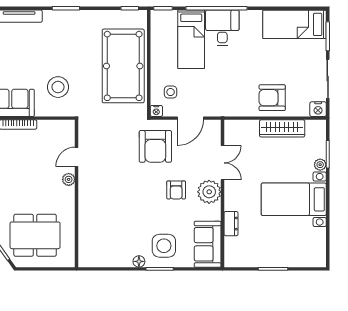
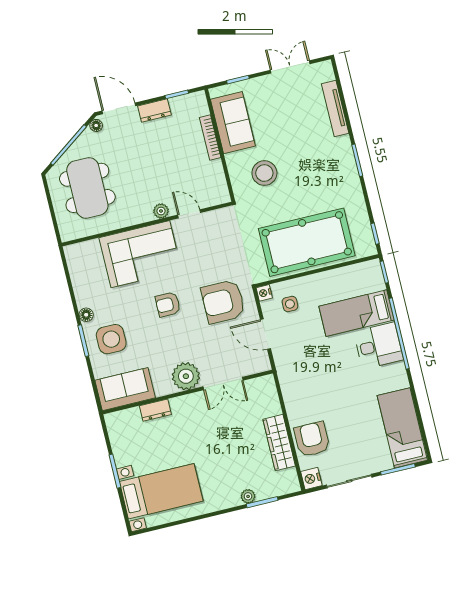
armchair: (272, 98) -> (312, 439), moved
armchair: (176, 190) -> (168, 304), moved
bed with nightstands: (294, 199) -> (161, 491), moved, turned 90
corner sofa: (100, 205) -> (140, 254), added

